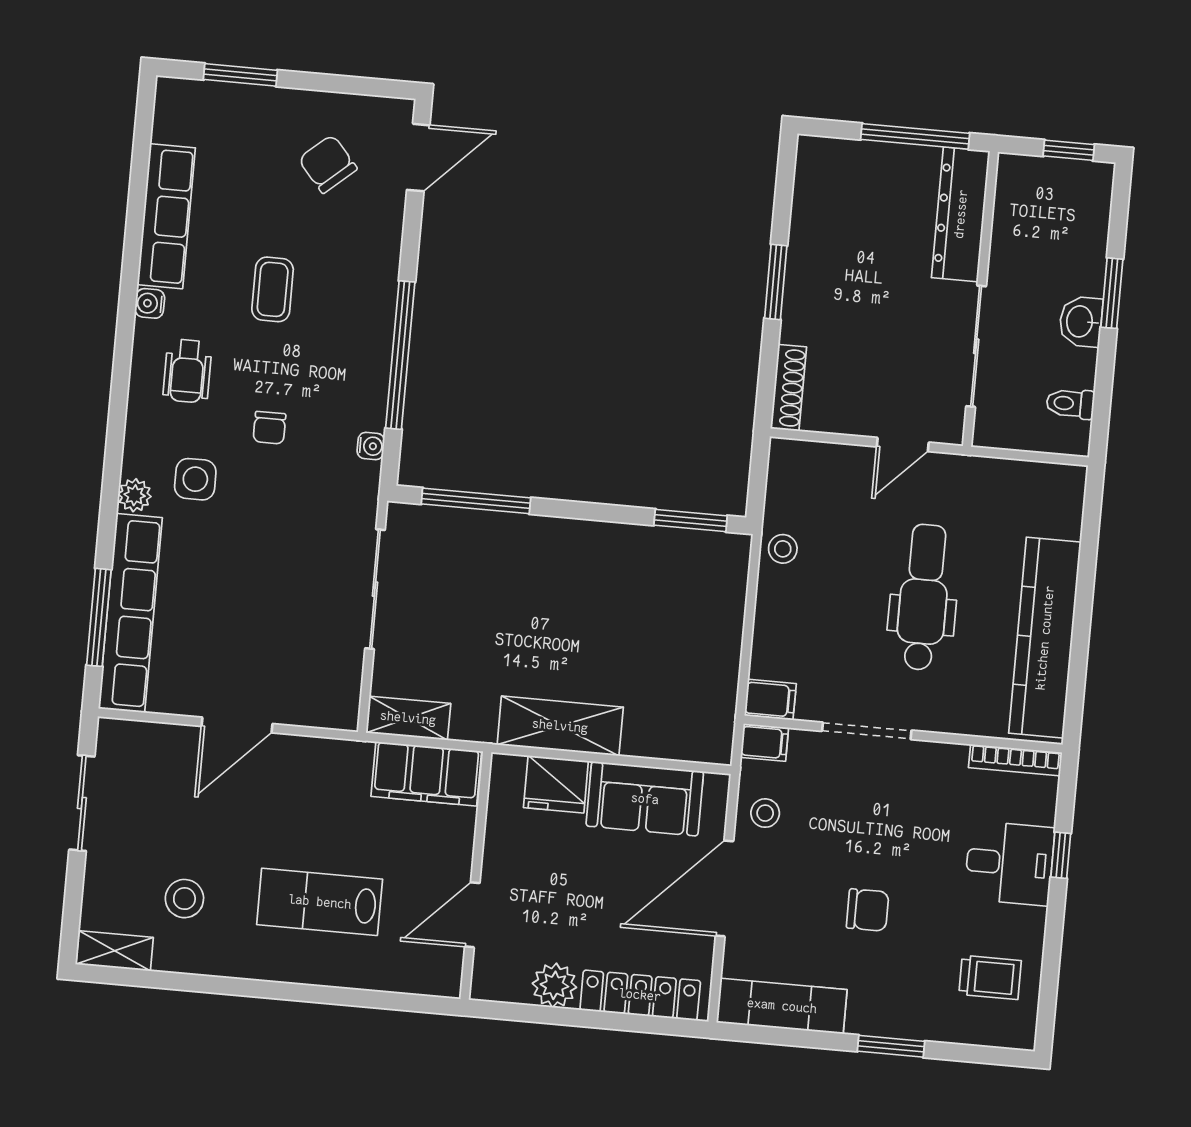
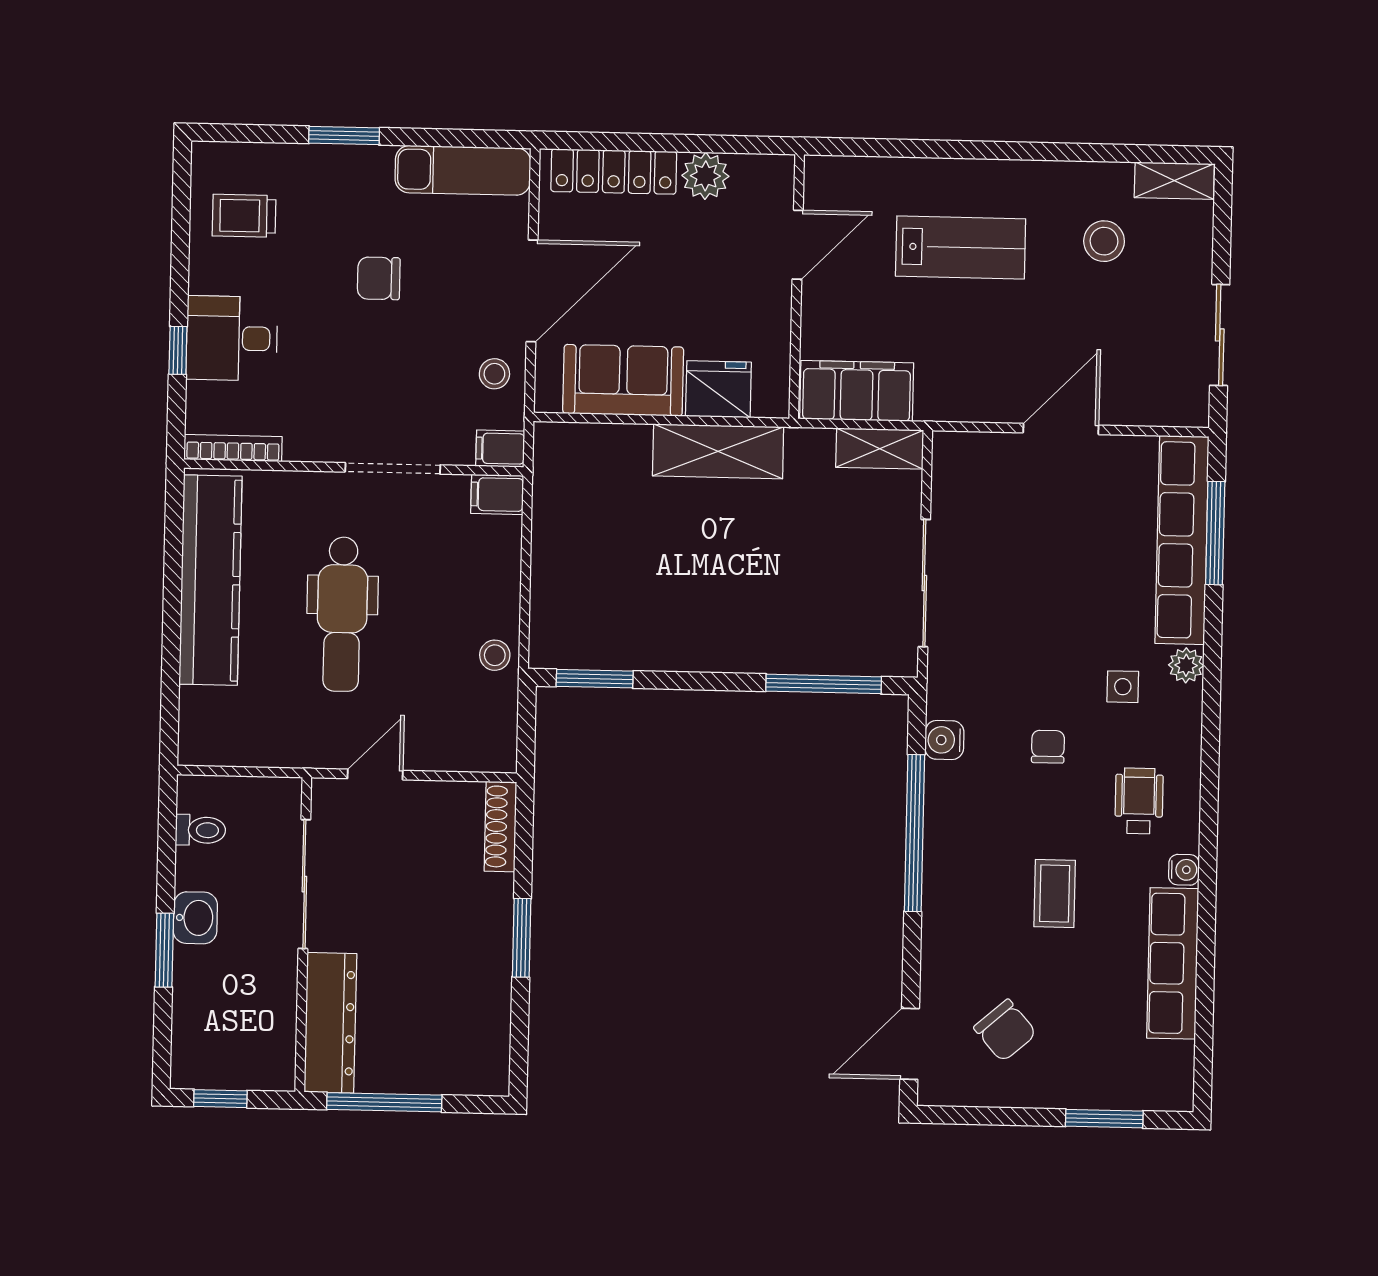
water cooler: (371, 446) -> (944, 740), width x1.38, depth x1.38
side table: (195, 479) -> (1123, 687), width x0.73, depth x0.73

